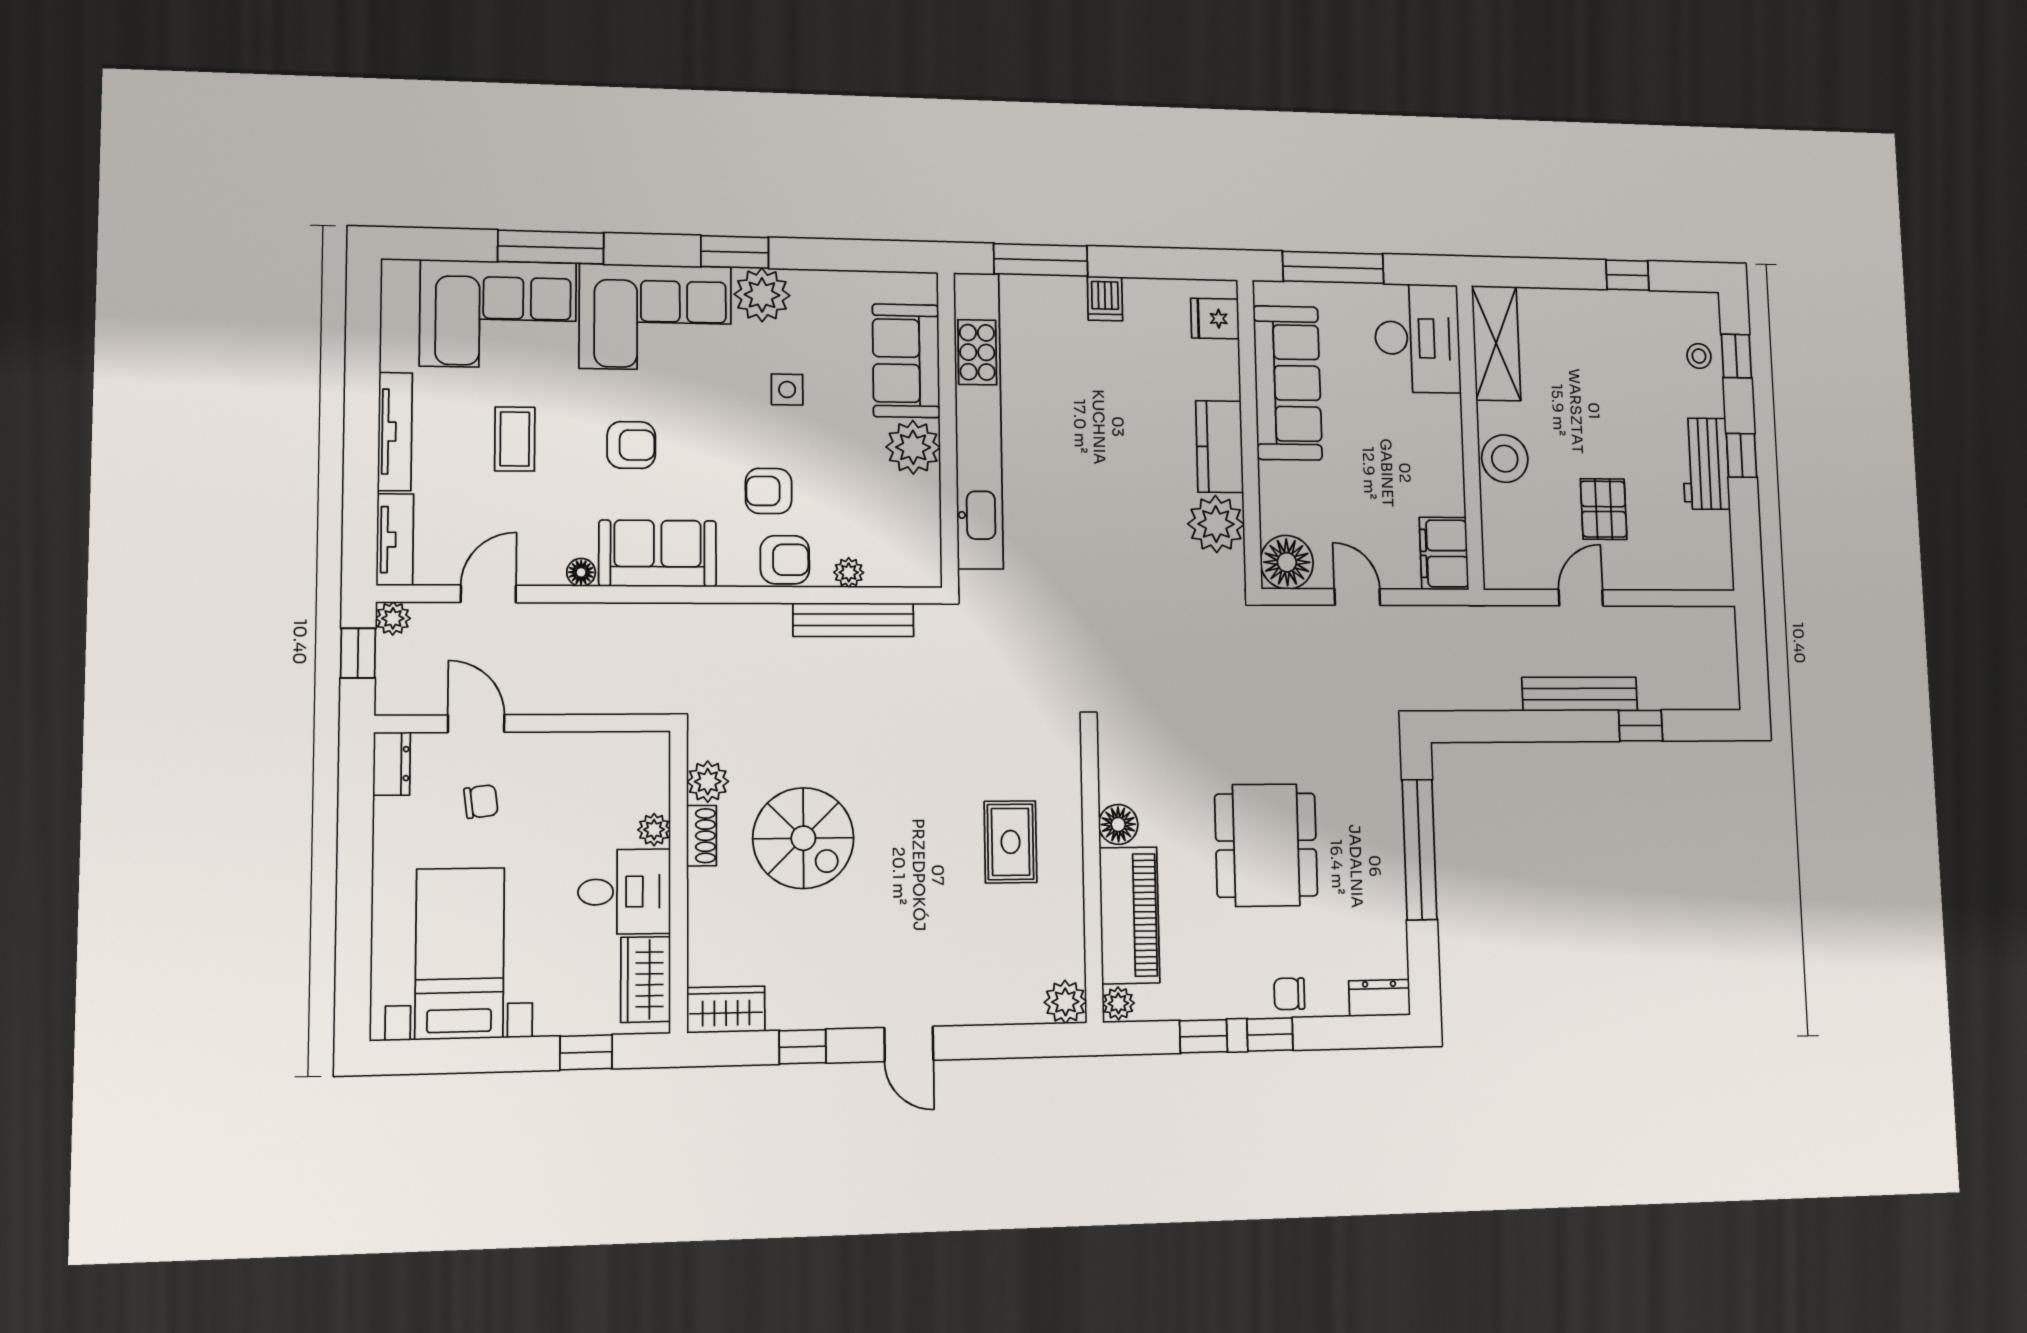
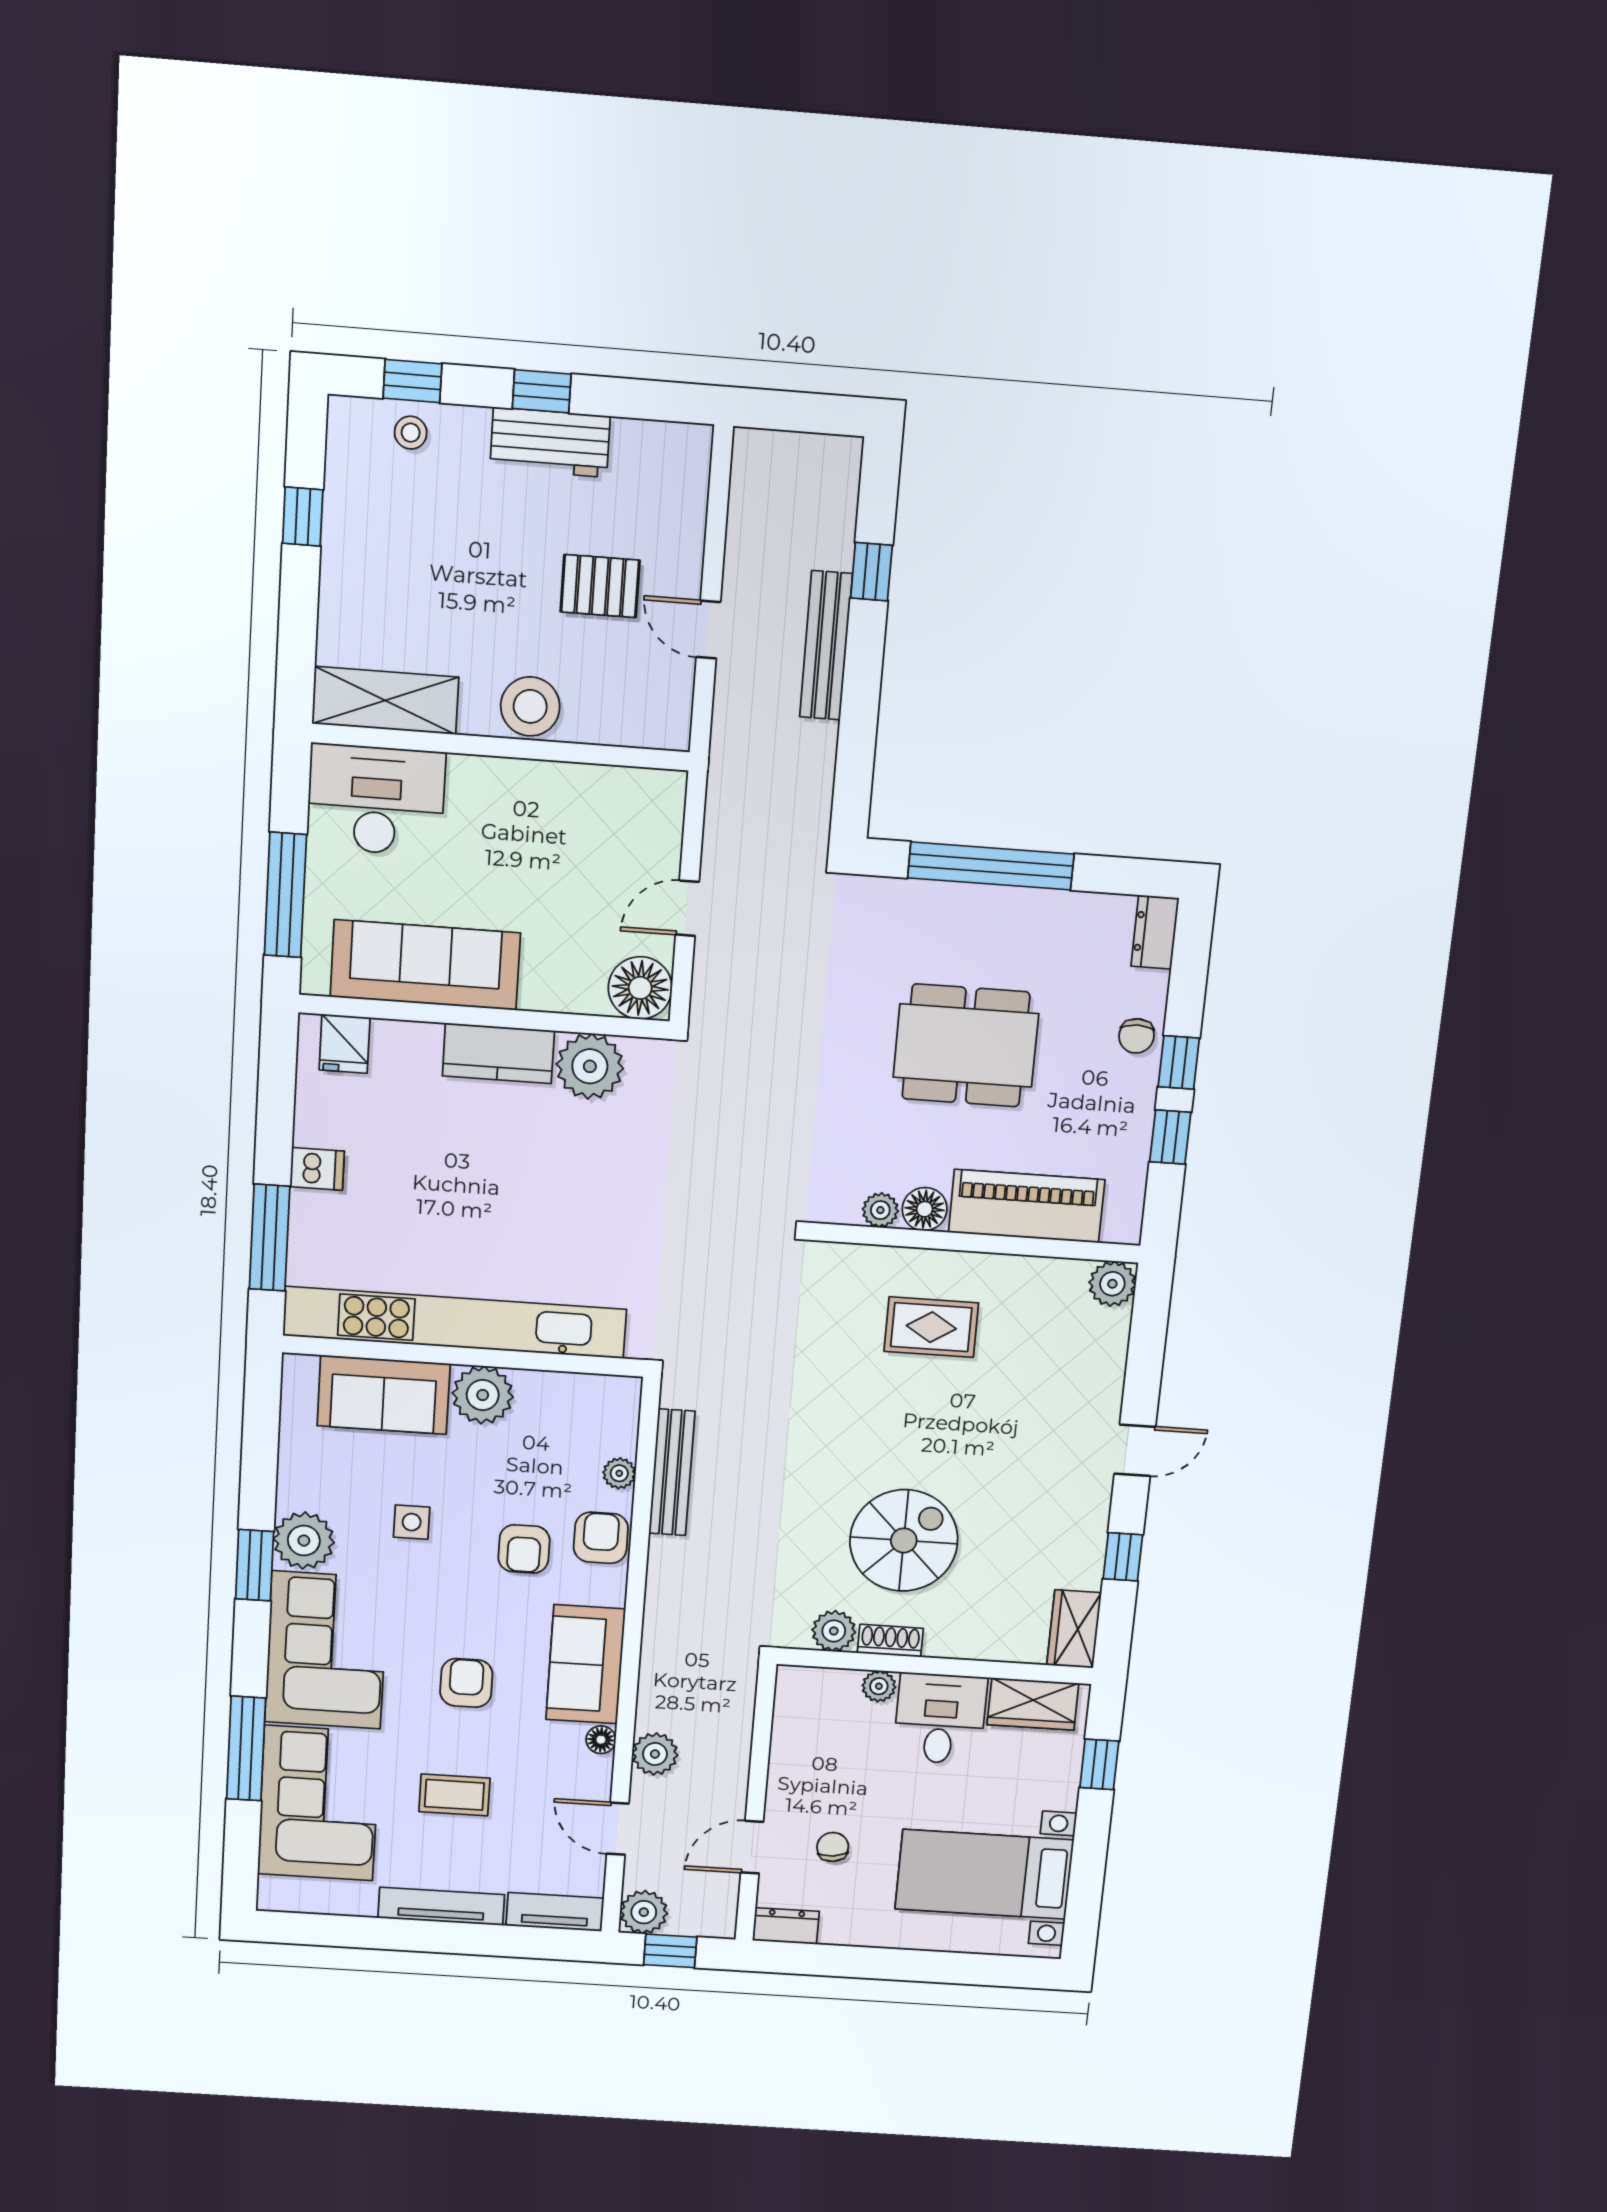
filing cabinet: (1444, 554) -> (642, 796), removed
plant: (393, 618) -> (644, 1912), width x1.38, depth x1.38
plant: (569, 624) -> (655, 1754), added
plant: (1118, 1003) -> (880, 1210), moved

